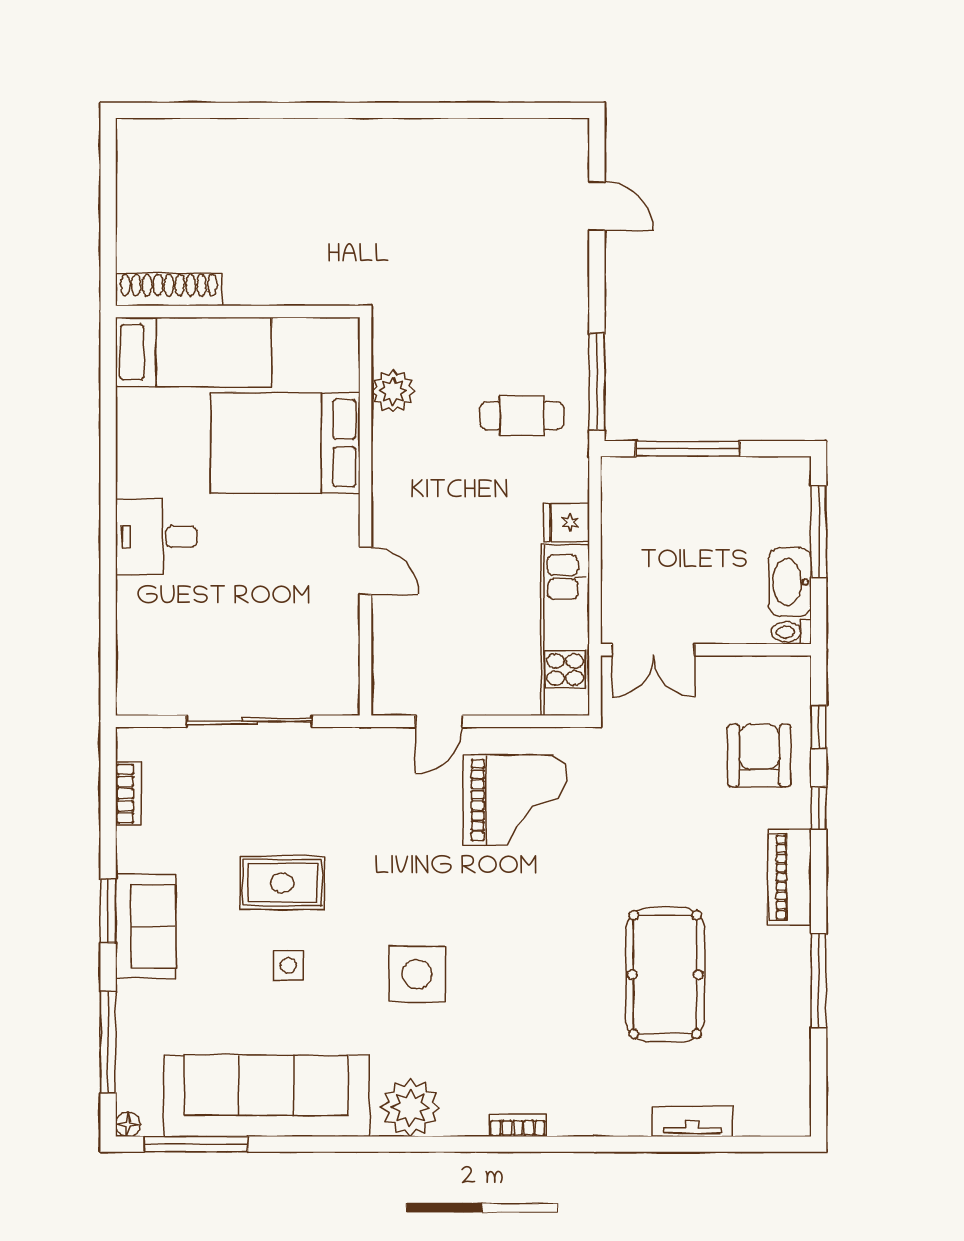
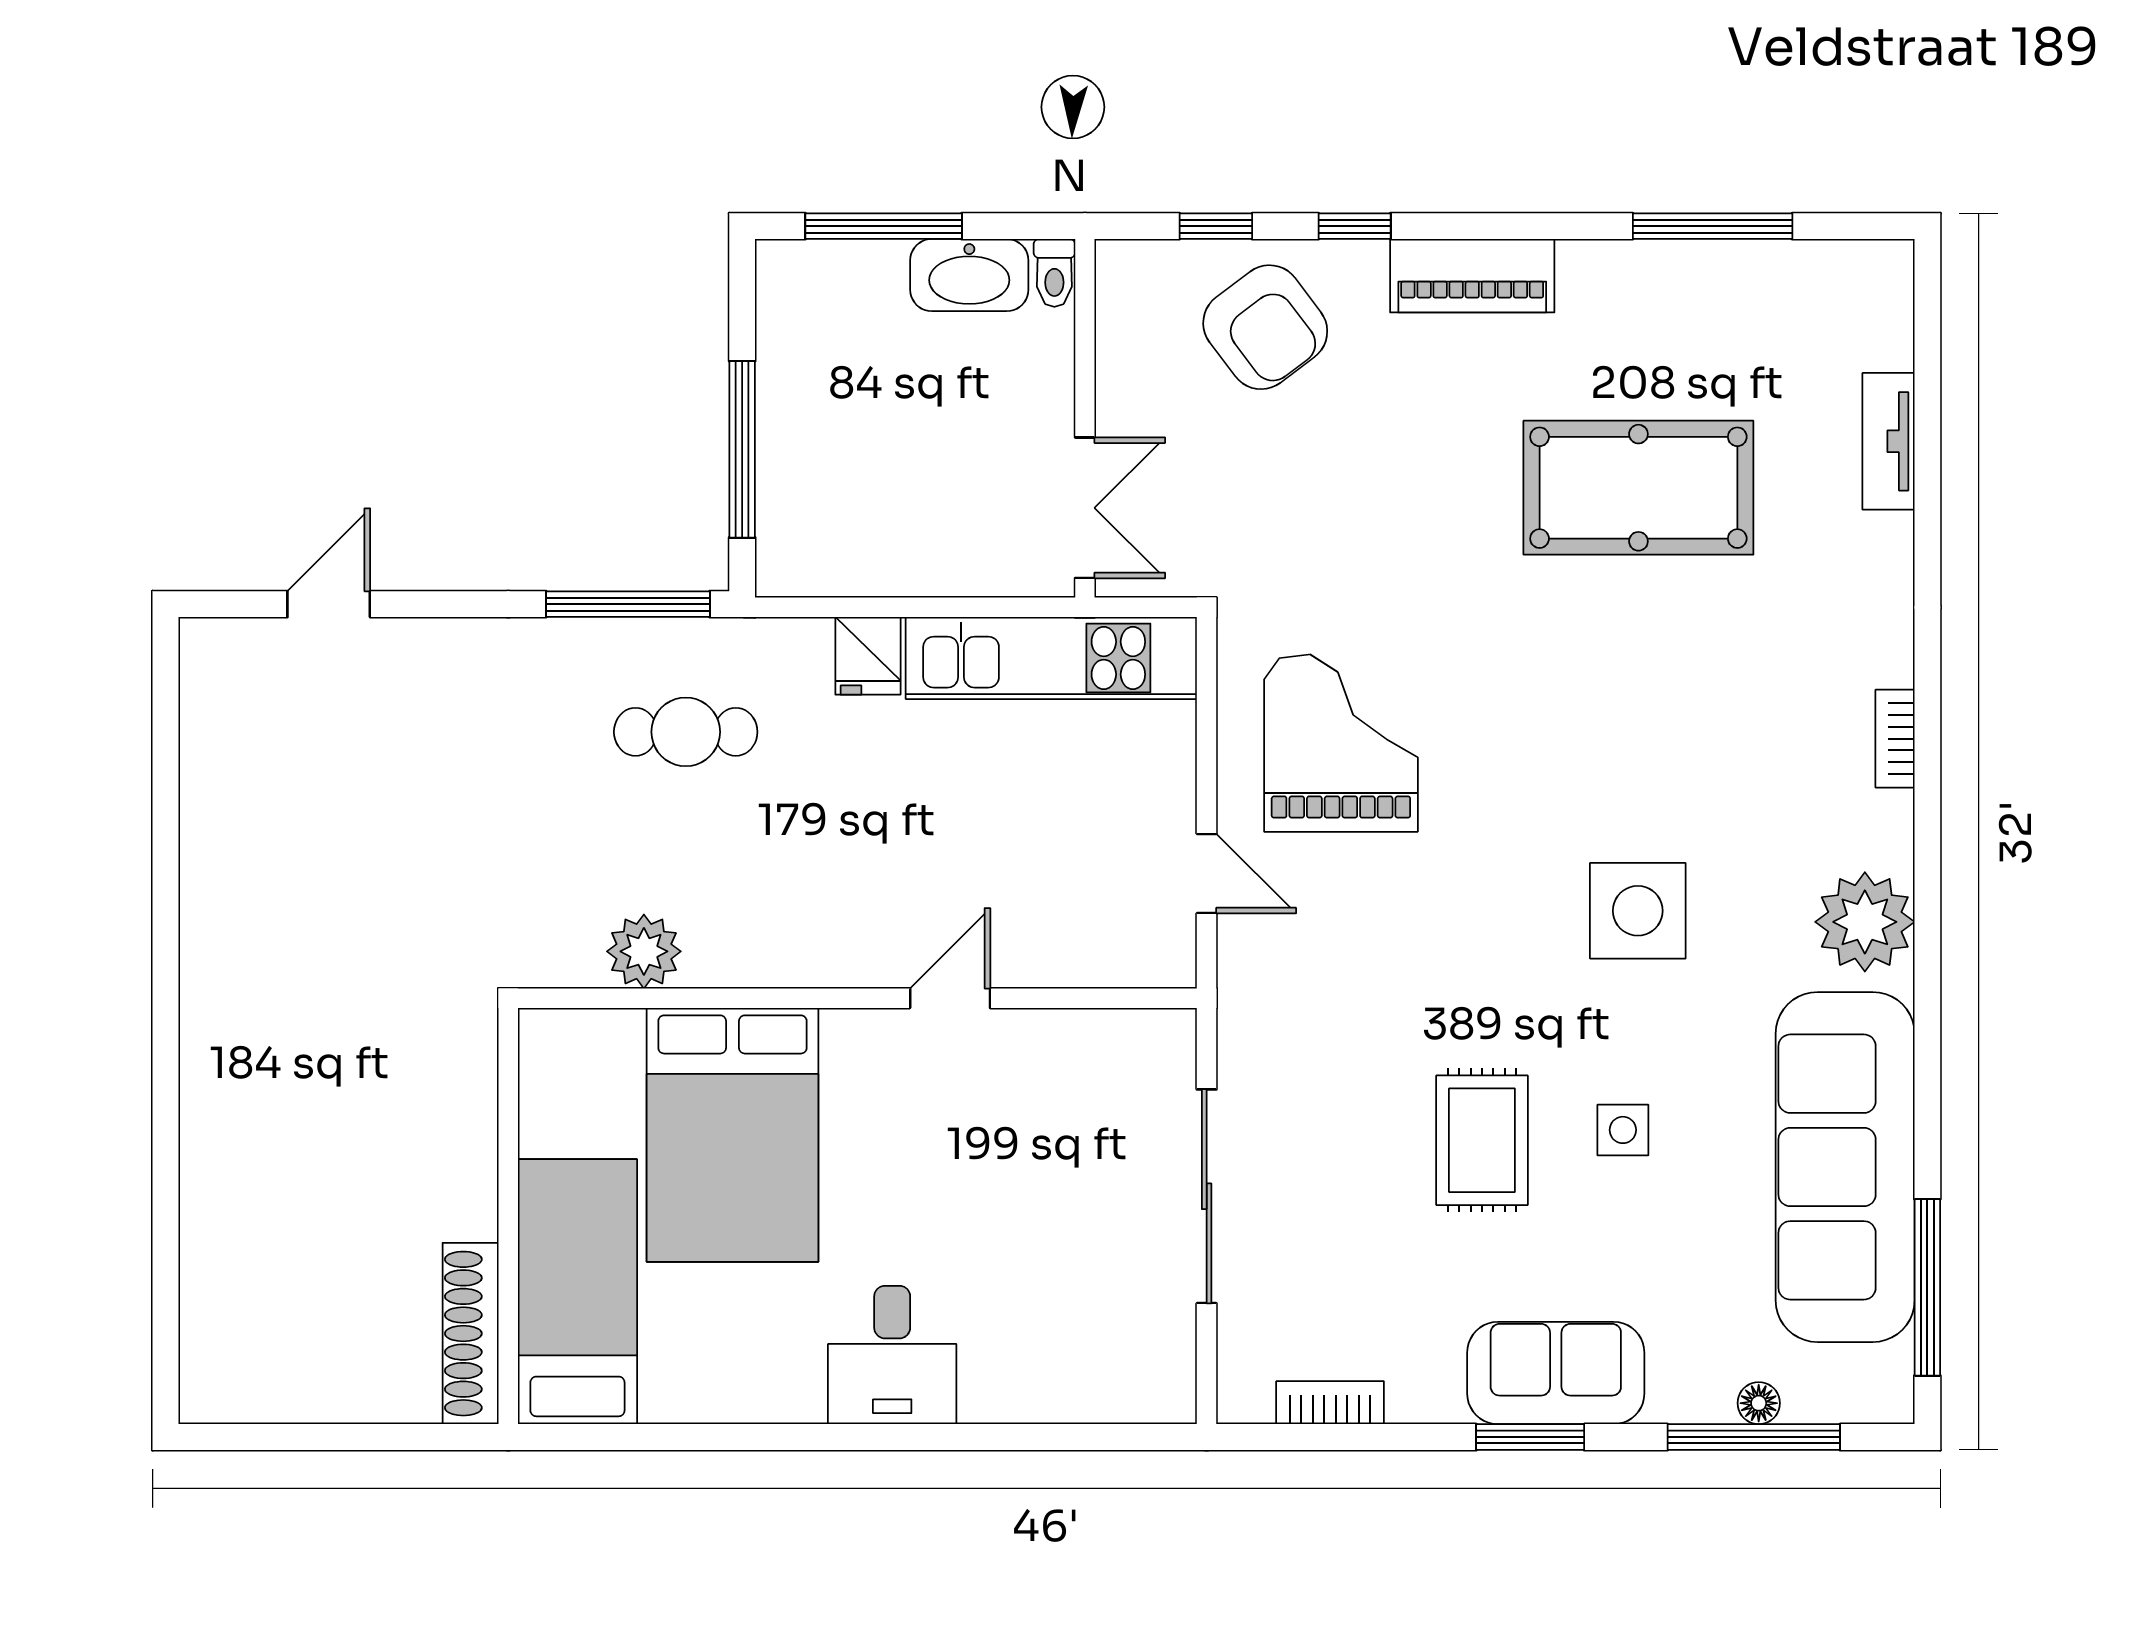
cafe table: (522, 416) -> (686, 732), turned 90
armchair: (759, 756) -> (1265, 327), turned -127
window: (819, 980) -> (1713, 226), moved
floor lamp: (128, 1124) -> (1759, 1403), moved

